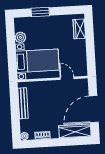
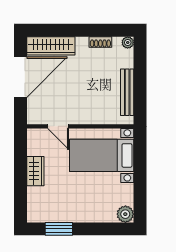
window: (40, 12) -> (59, 229), moved
wardrobe: (79, 29) -> (35, 171), moved
plant: (20, 37) -> (125, 214), moved

